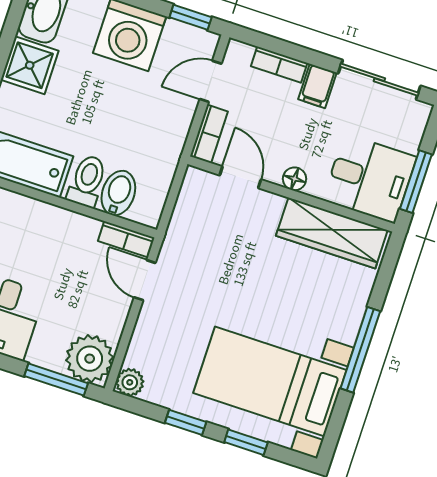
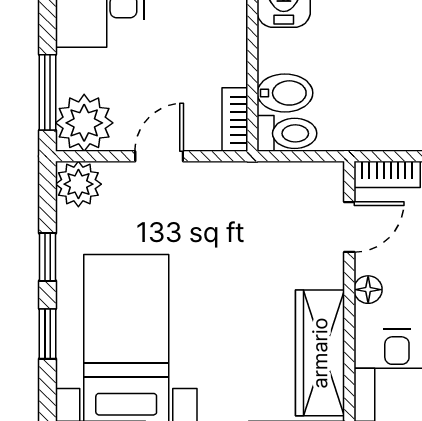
toilet: (87, 181) -> (287, 133), moved
door: (145, 280) -> (159, 156), moved
plant: (130, 382) -> (78, 184), width x1.38, depth x1.38

